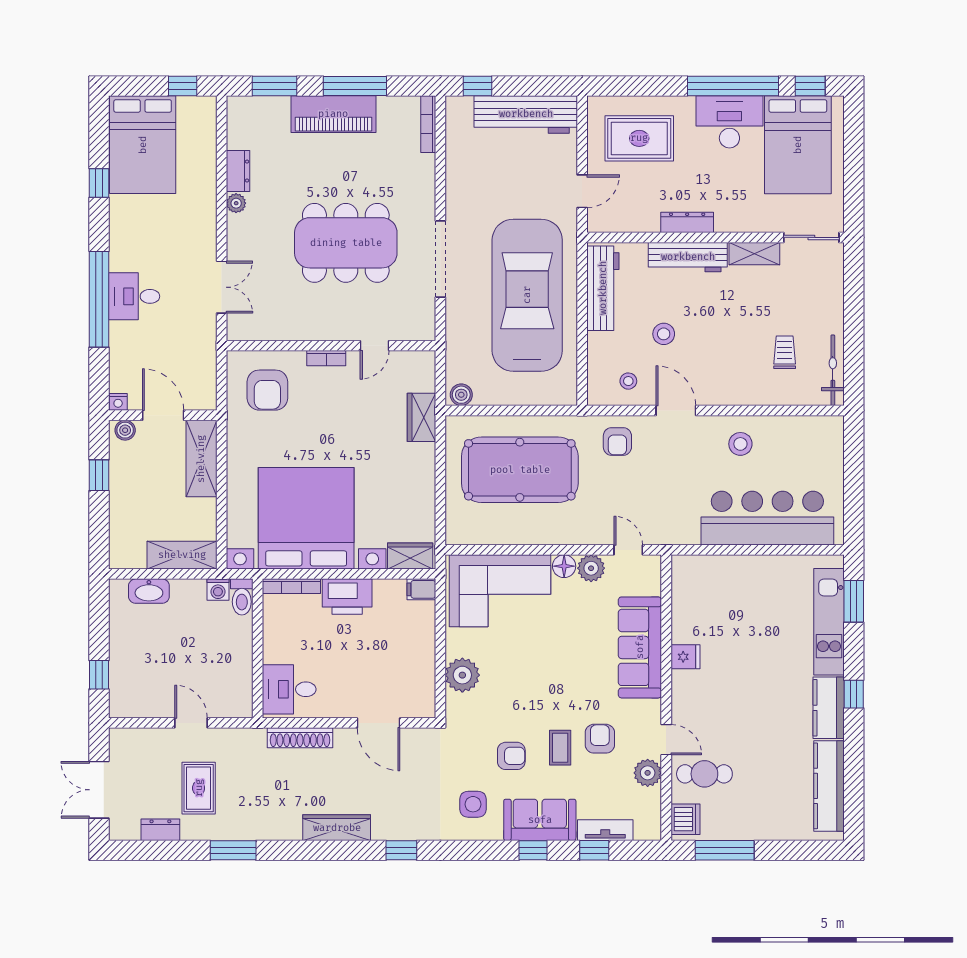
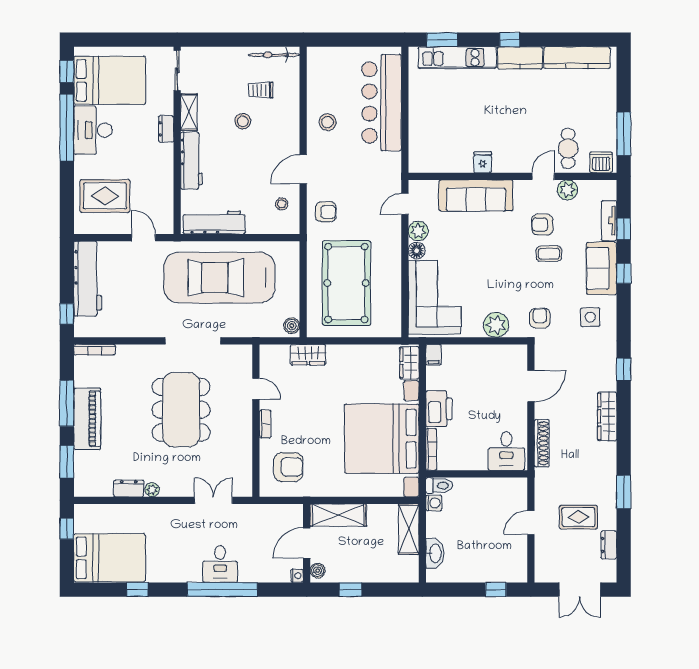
rug: (639, 138) -> (105, 196), turned 90
dresser: (687, 222) -> (166, 129), moved, width x0.70
stool: (664, 334) -> (243, 121), moved
armchair: (511, 756) -> (540, 318), moved

